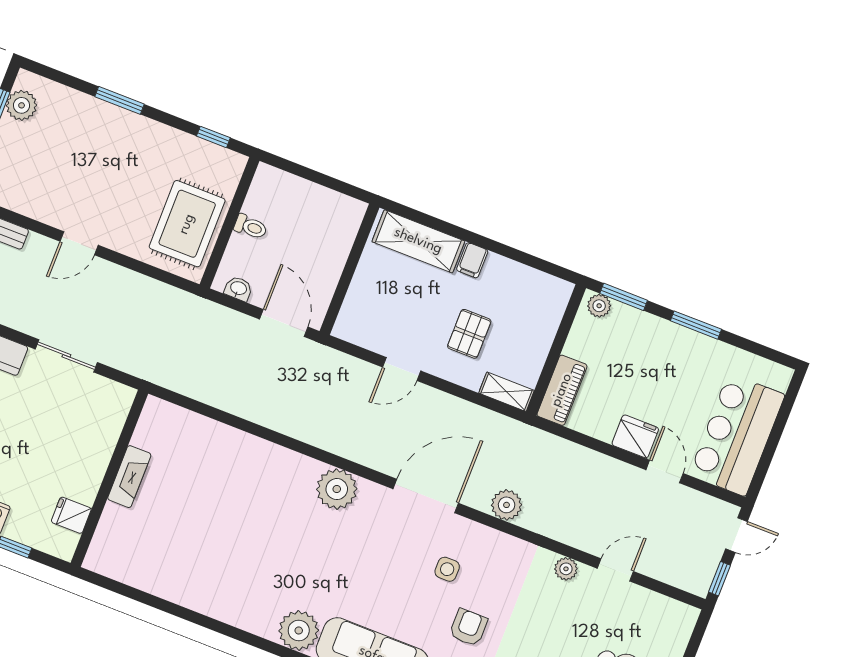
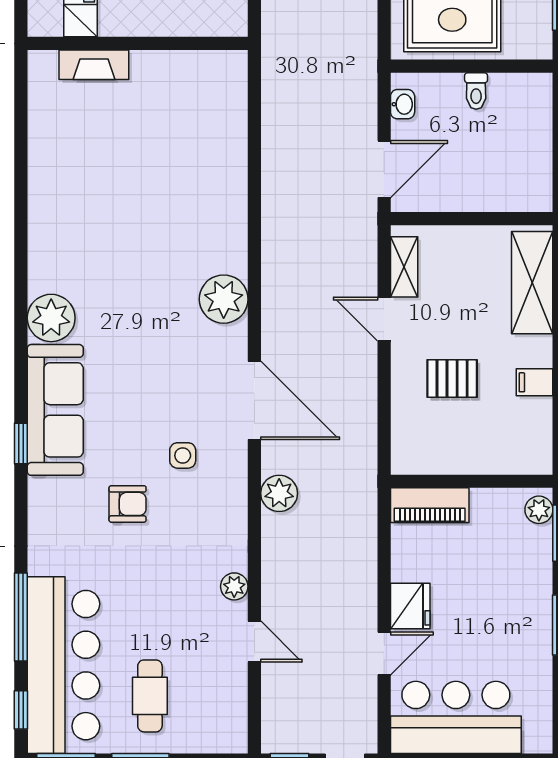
filing cabinet: (472, 260) -> (535, 382), moved
shelving: (506, 392) -> (404, 267), moved
fireplace: (129, 477) -> (94, 65), moved

